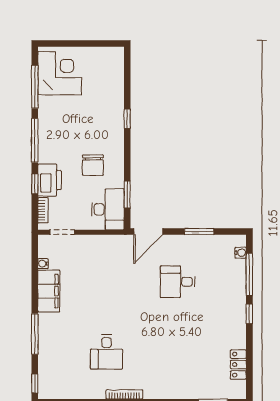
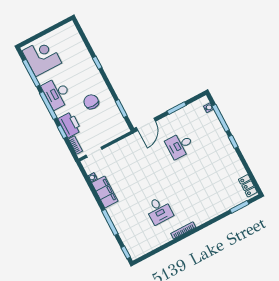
chair: (93, 165) -> (91, 102), turned 180
desk: (108, 209) -> (57, 93), moved, turned 180
locker: (238, 365) -> (248, 186), moved

